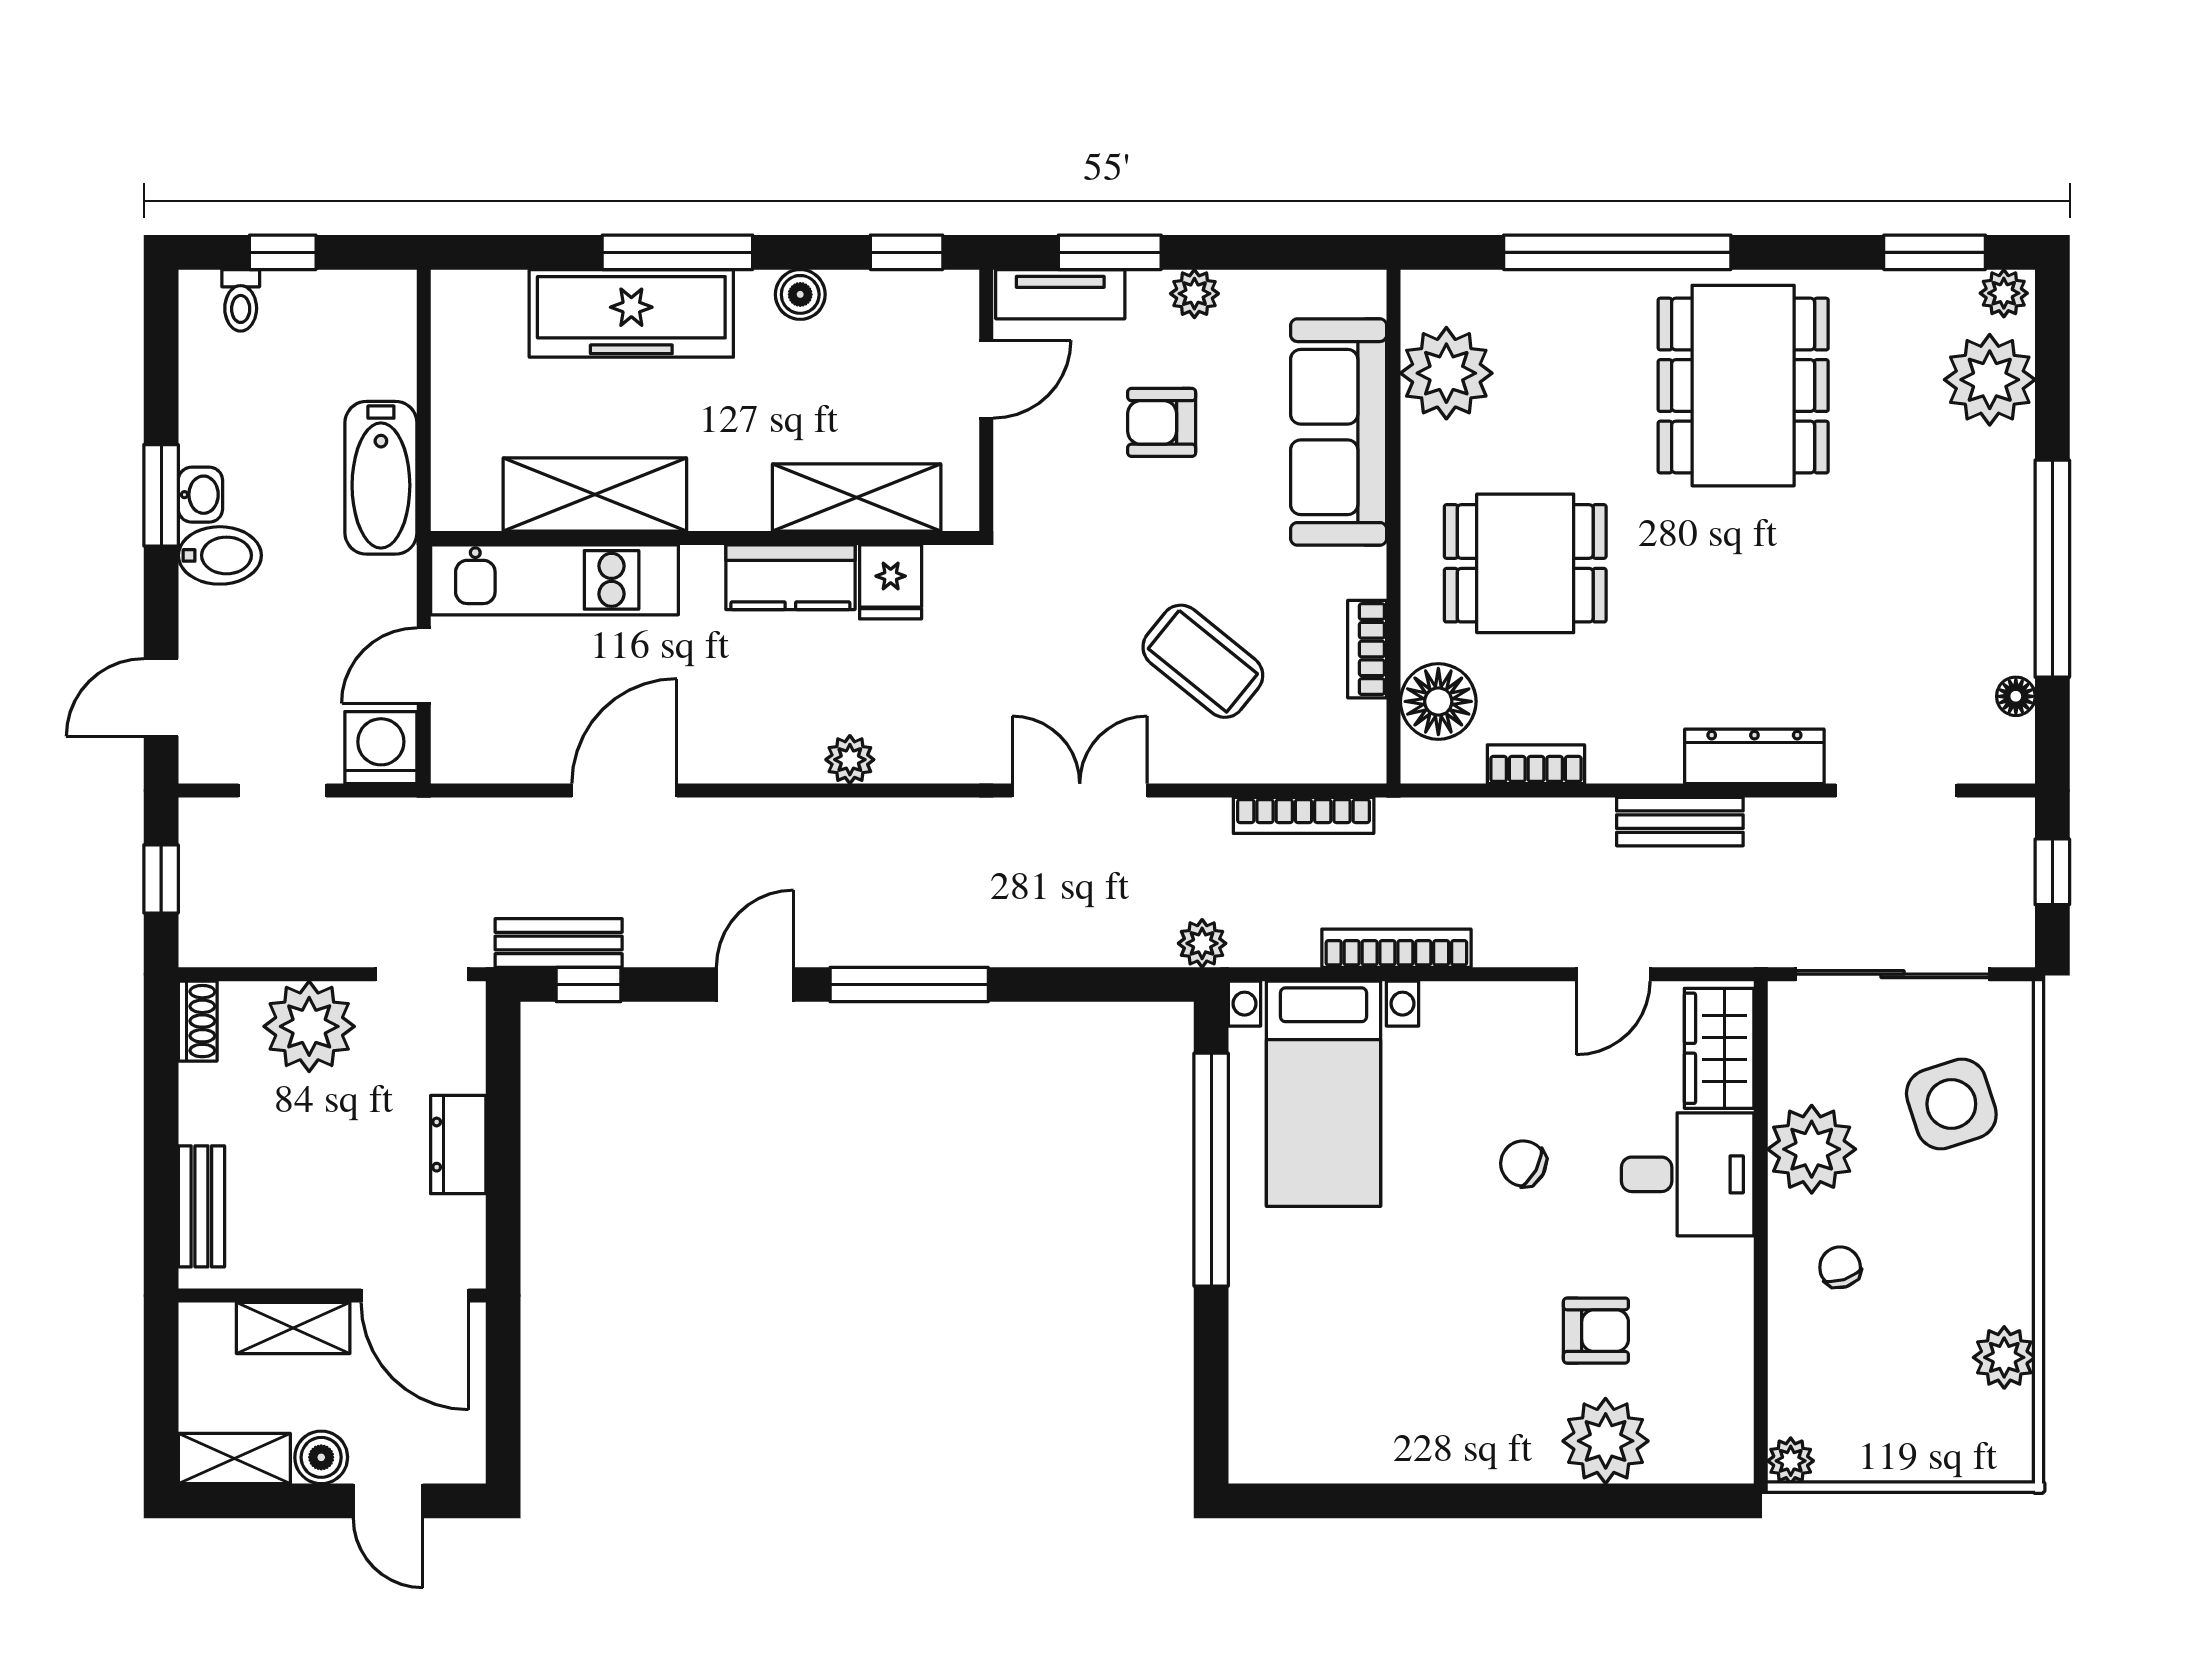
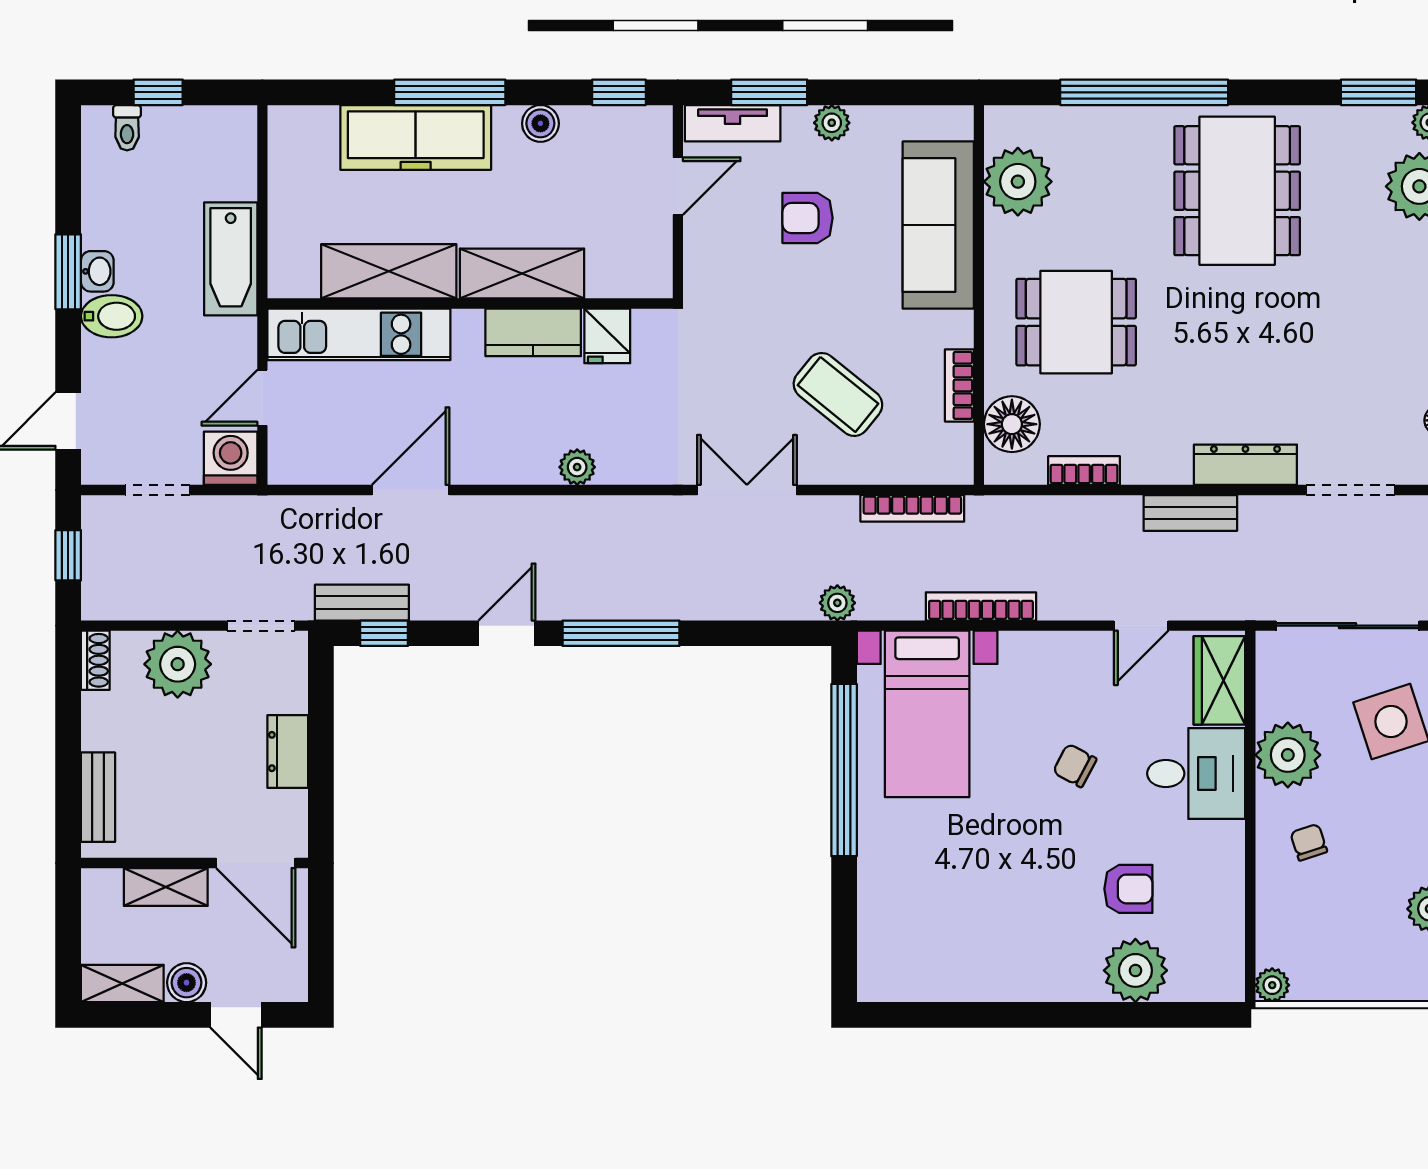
shelving: (857, 498) -> (522, 273), moved

